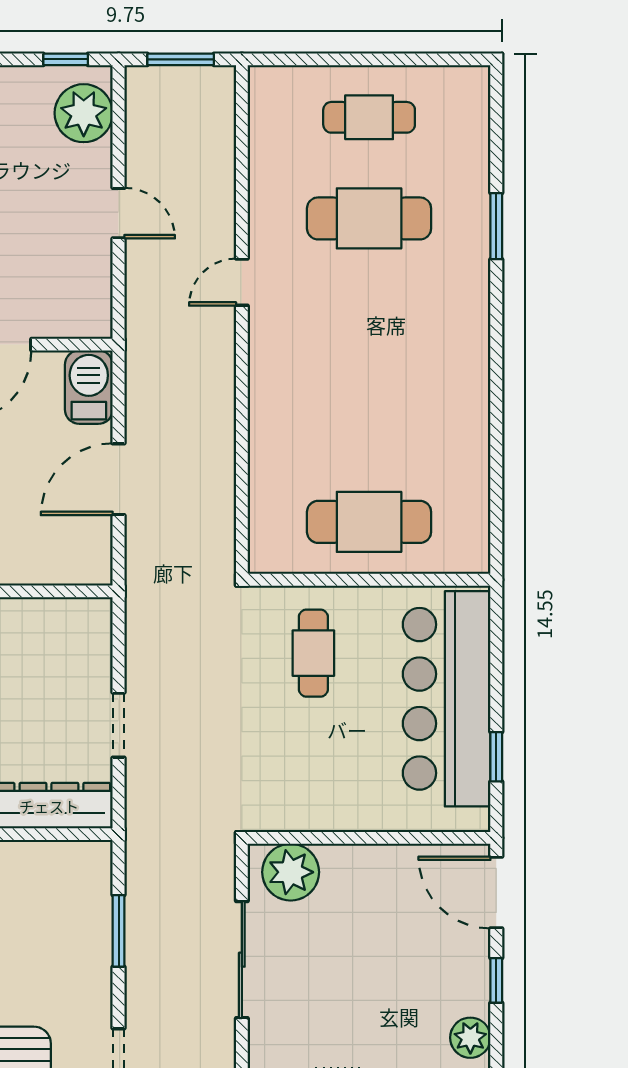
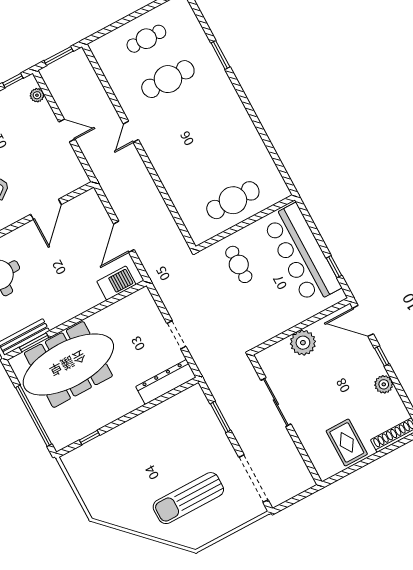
plant: (84, 113) -> (37, 95), width x0.53, depth x0.53
barbecue: (89, 387) -> (116, 283), moved, turned 90
plant: (291, 872) -> (303, 343), moved

